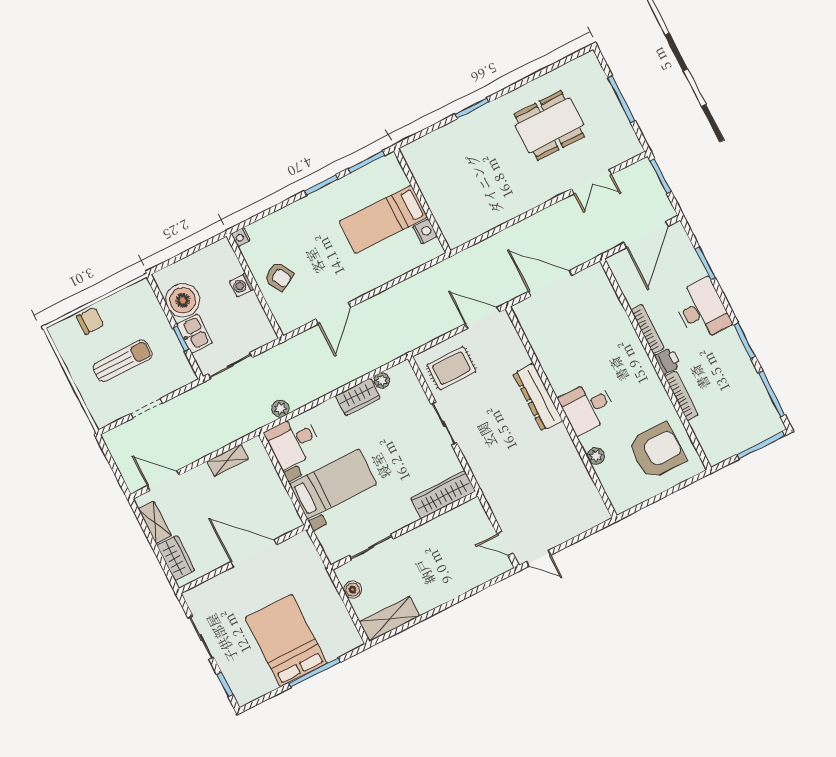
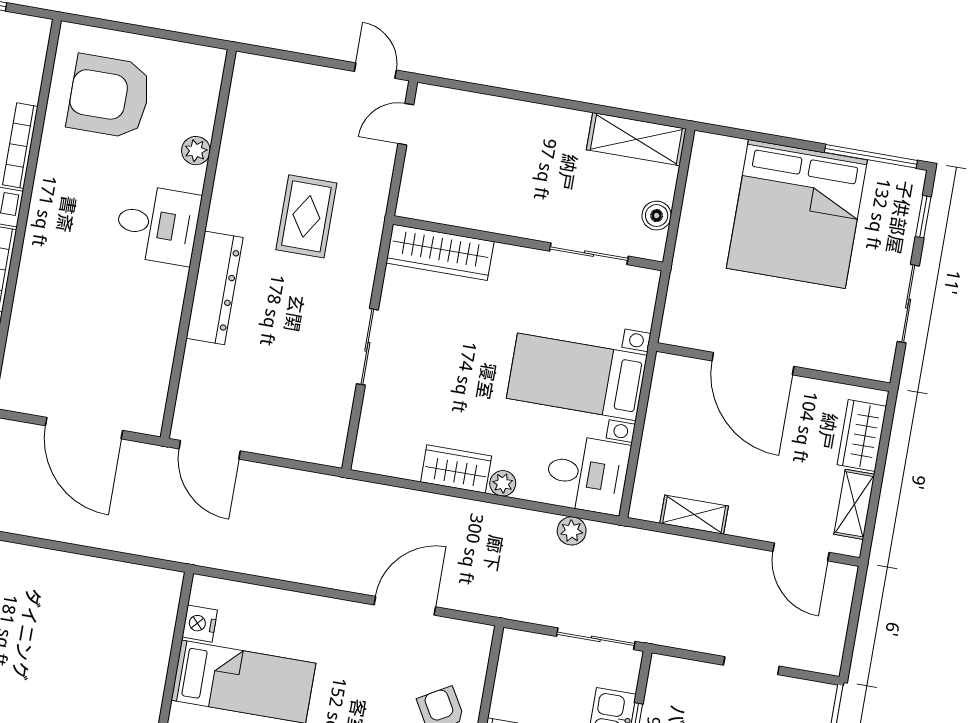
rug: (451, 368) -> (306, 216), moved, turned 90
plant: (382, 381) -> (503, 483), moved
door: (505, 544) -> (406, 124), swing flipped
bed: (286, 641) -> (797, 214), width x1.36
window: (315, 672) -> (871, 156), moved

